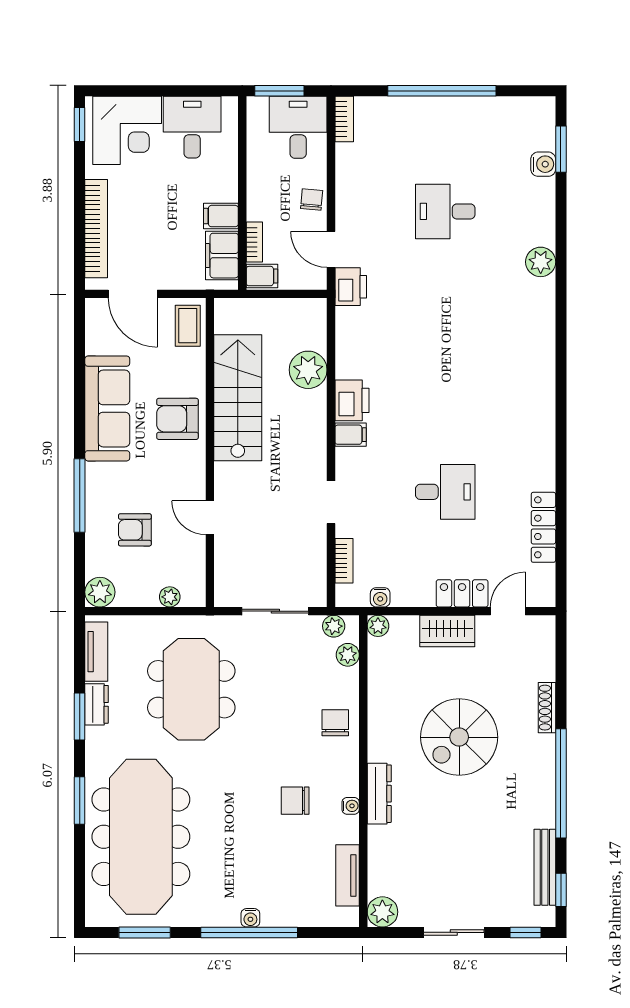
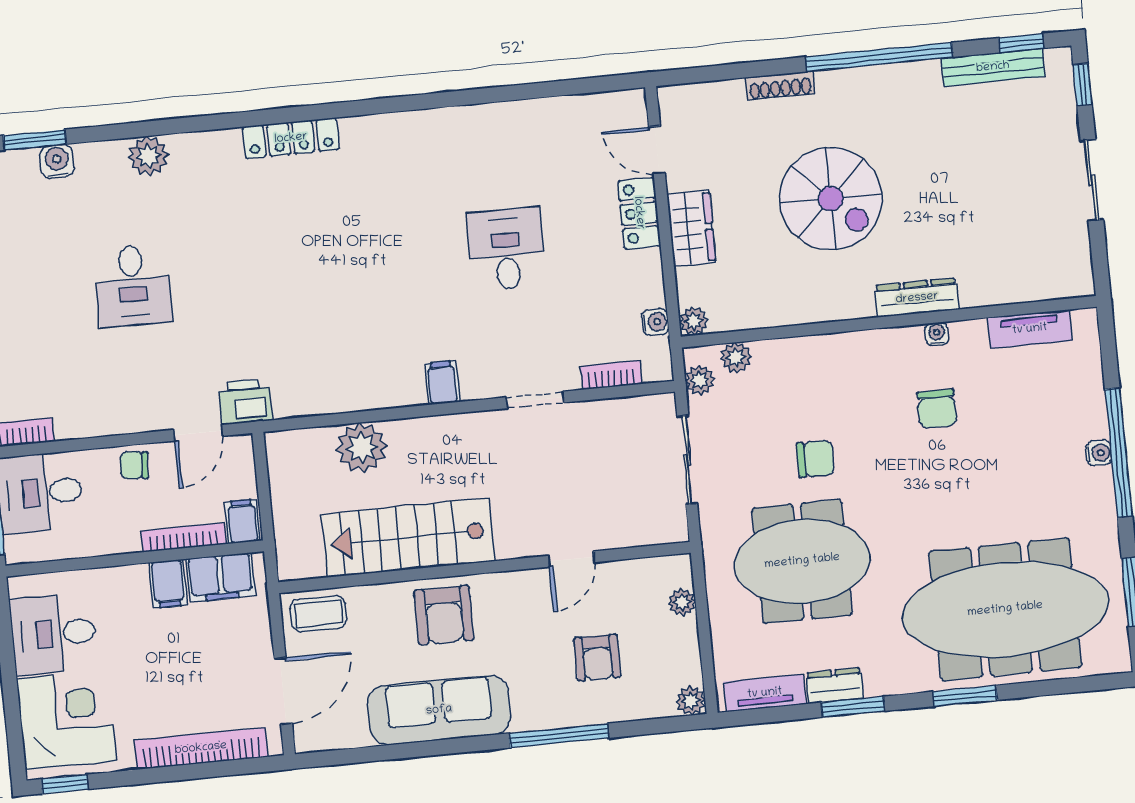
bookcase: (254, 242) -> (183, 537), width x1.56
plant: (541, 262) -> (148, 156), moved
printer: (352, 400) -> (396, 385), removed
locker: (543, 527) -> (291, 138), moved
plant: (100, 592) -> (691, 701), width x0.73, depth x0.73
chair: (335, 723) -> (815, 459), moved, turned 180
plant: (382, 912) -> (1074, 278), removed

